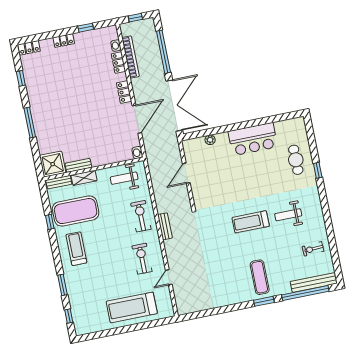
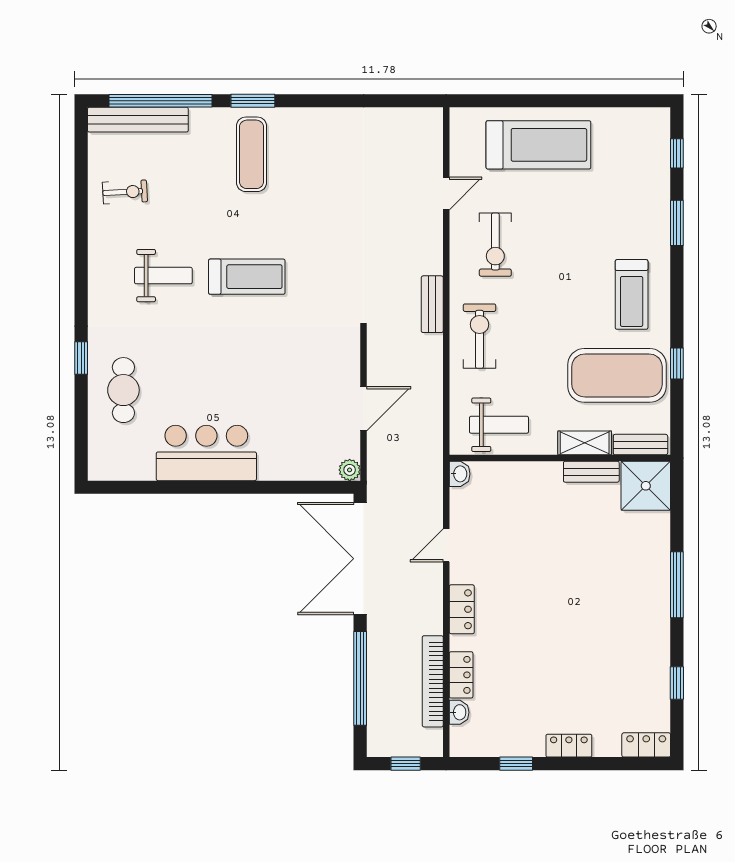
door: (137, 119) -> (446, 545), width x0.53
plant: (210, 140) -> (350, 470), moved
exercise bike: (141, 216) -> (479, 336), turned 180

